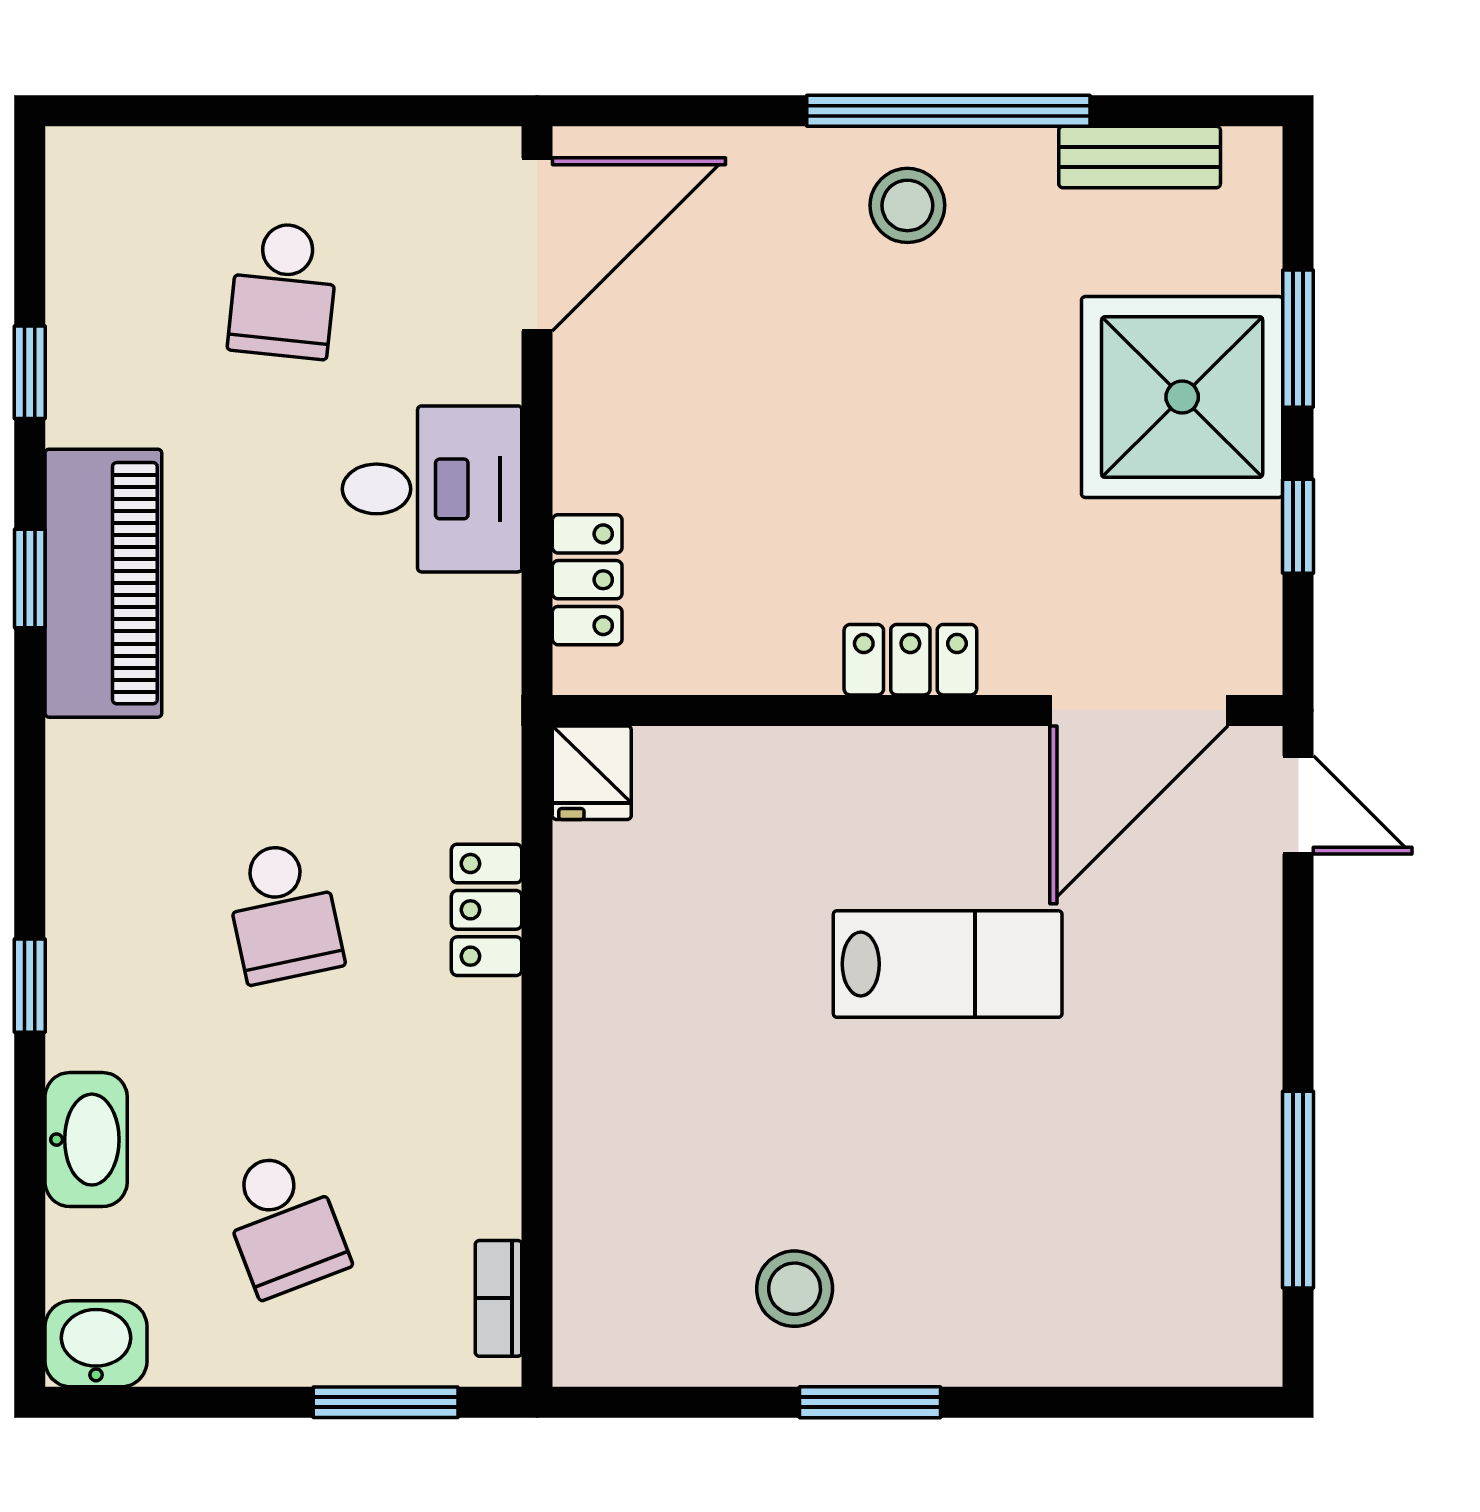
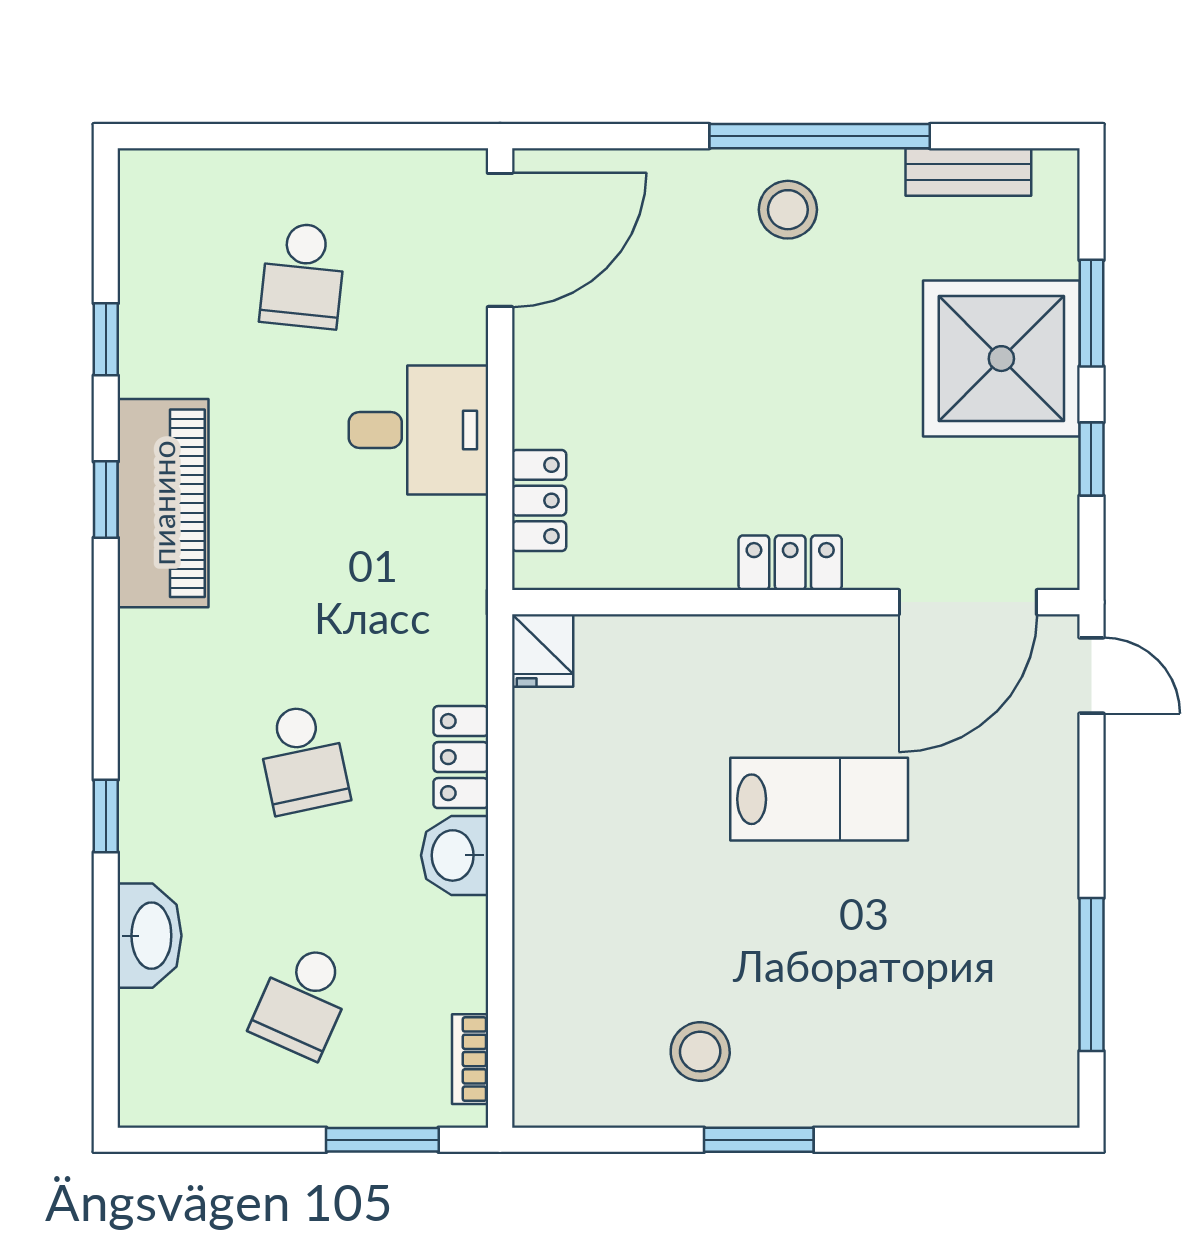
school desk: (283, 1223) -> (303, 1000), turned 45
washbasin: (96, 1344) -> (455, 855), moved, turned -90

